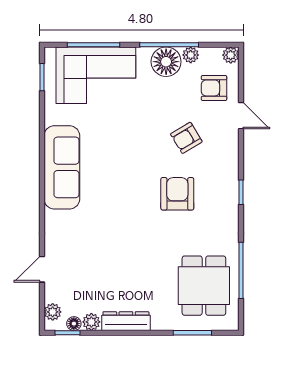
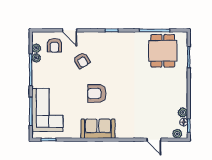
plant: (231, 55) -> (36, 48), moved
floor lamp: (166, 62) -> (40, 72), removed
door: (241, 116) -> (70, 30), swing flipped
sofa: (62, 167) -> (98, 129), width x0.73
armchair: (177, 194) -> (97, 93), moved
dining table: (204, 286) -> (163, 51), turned 90
dresser: (126, 321) -> (182, 94), removed

